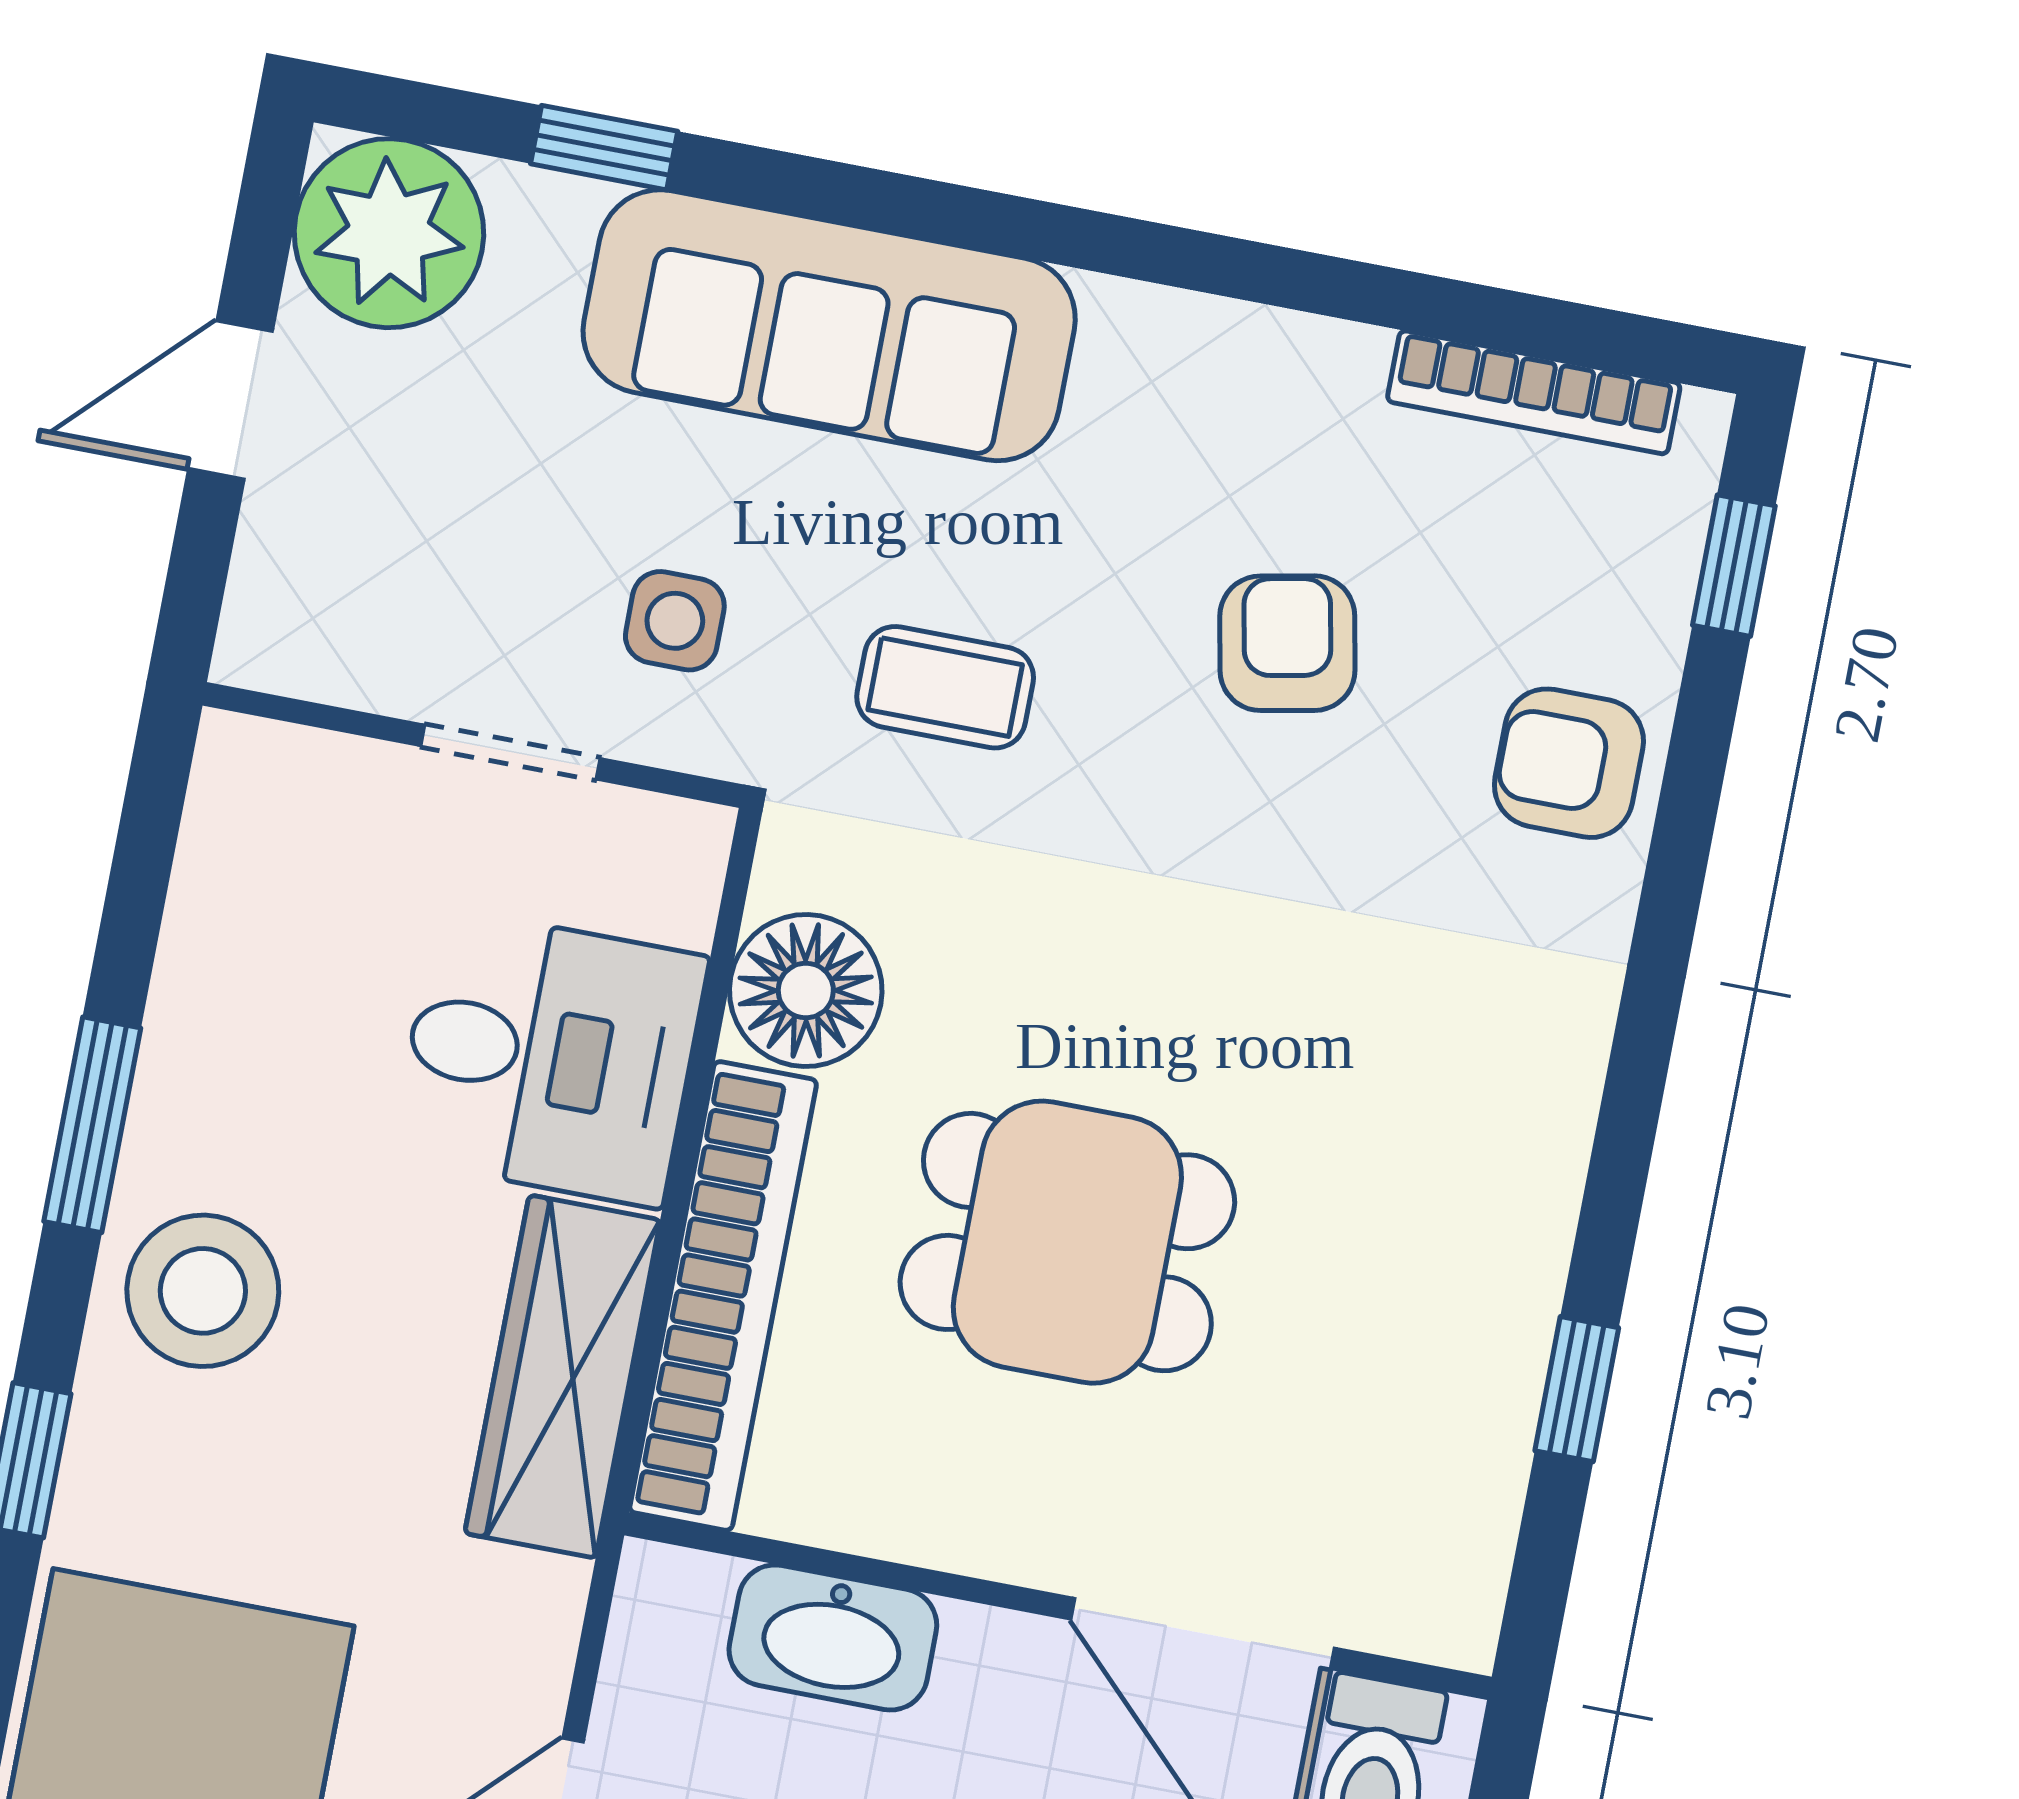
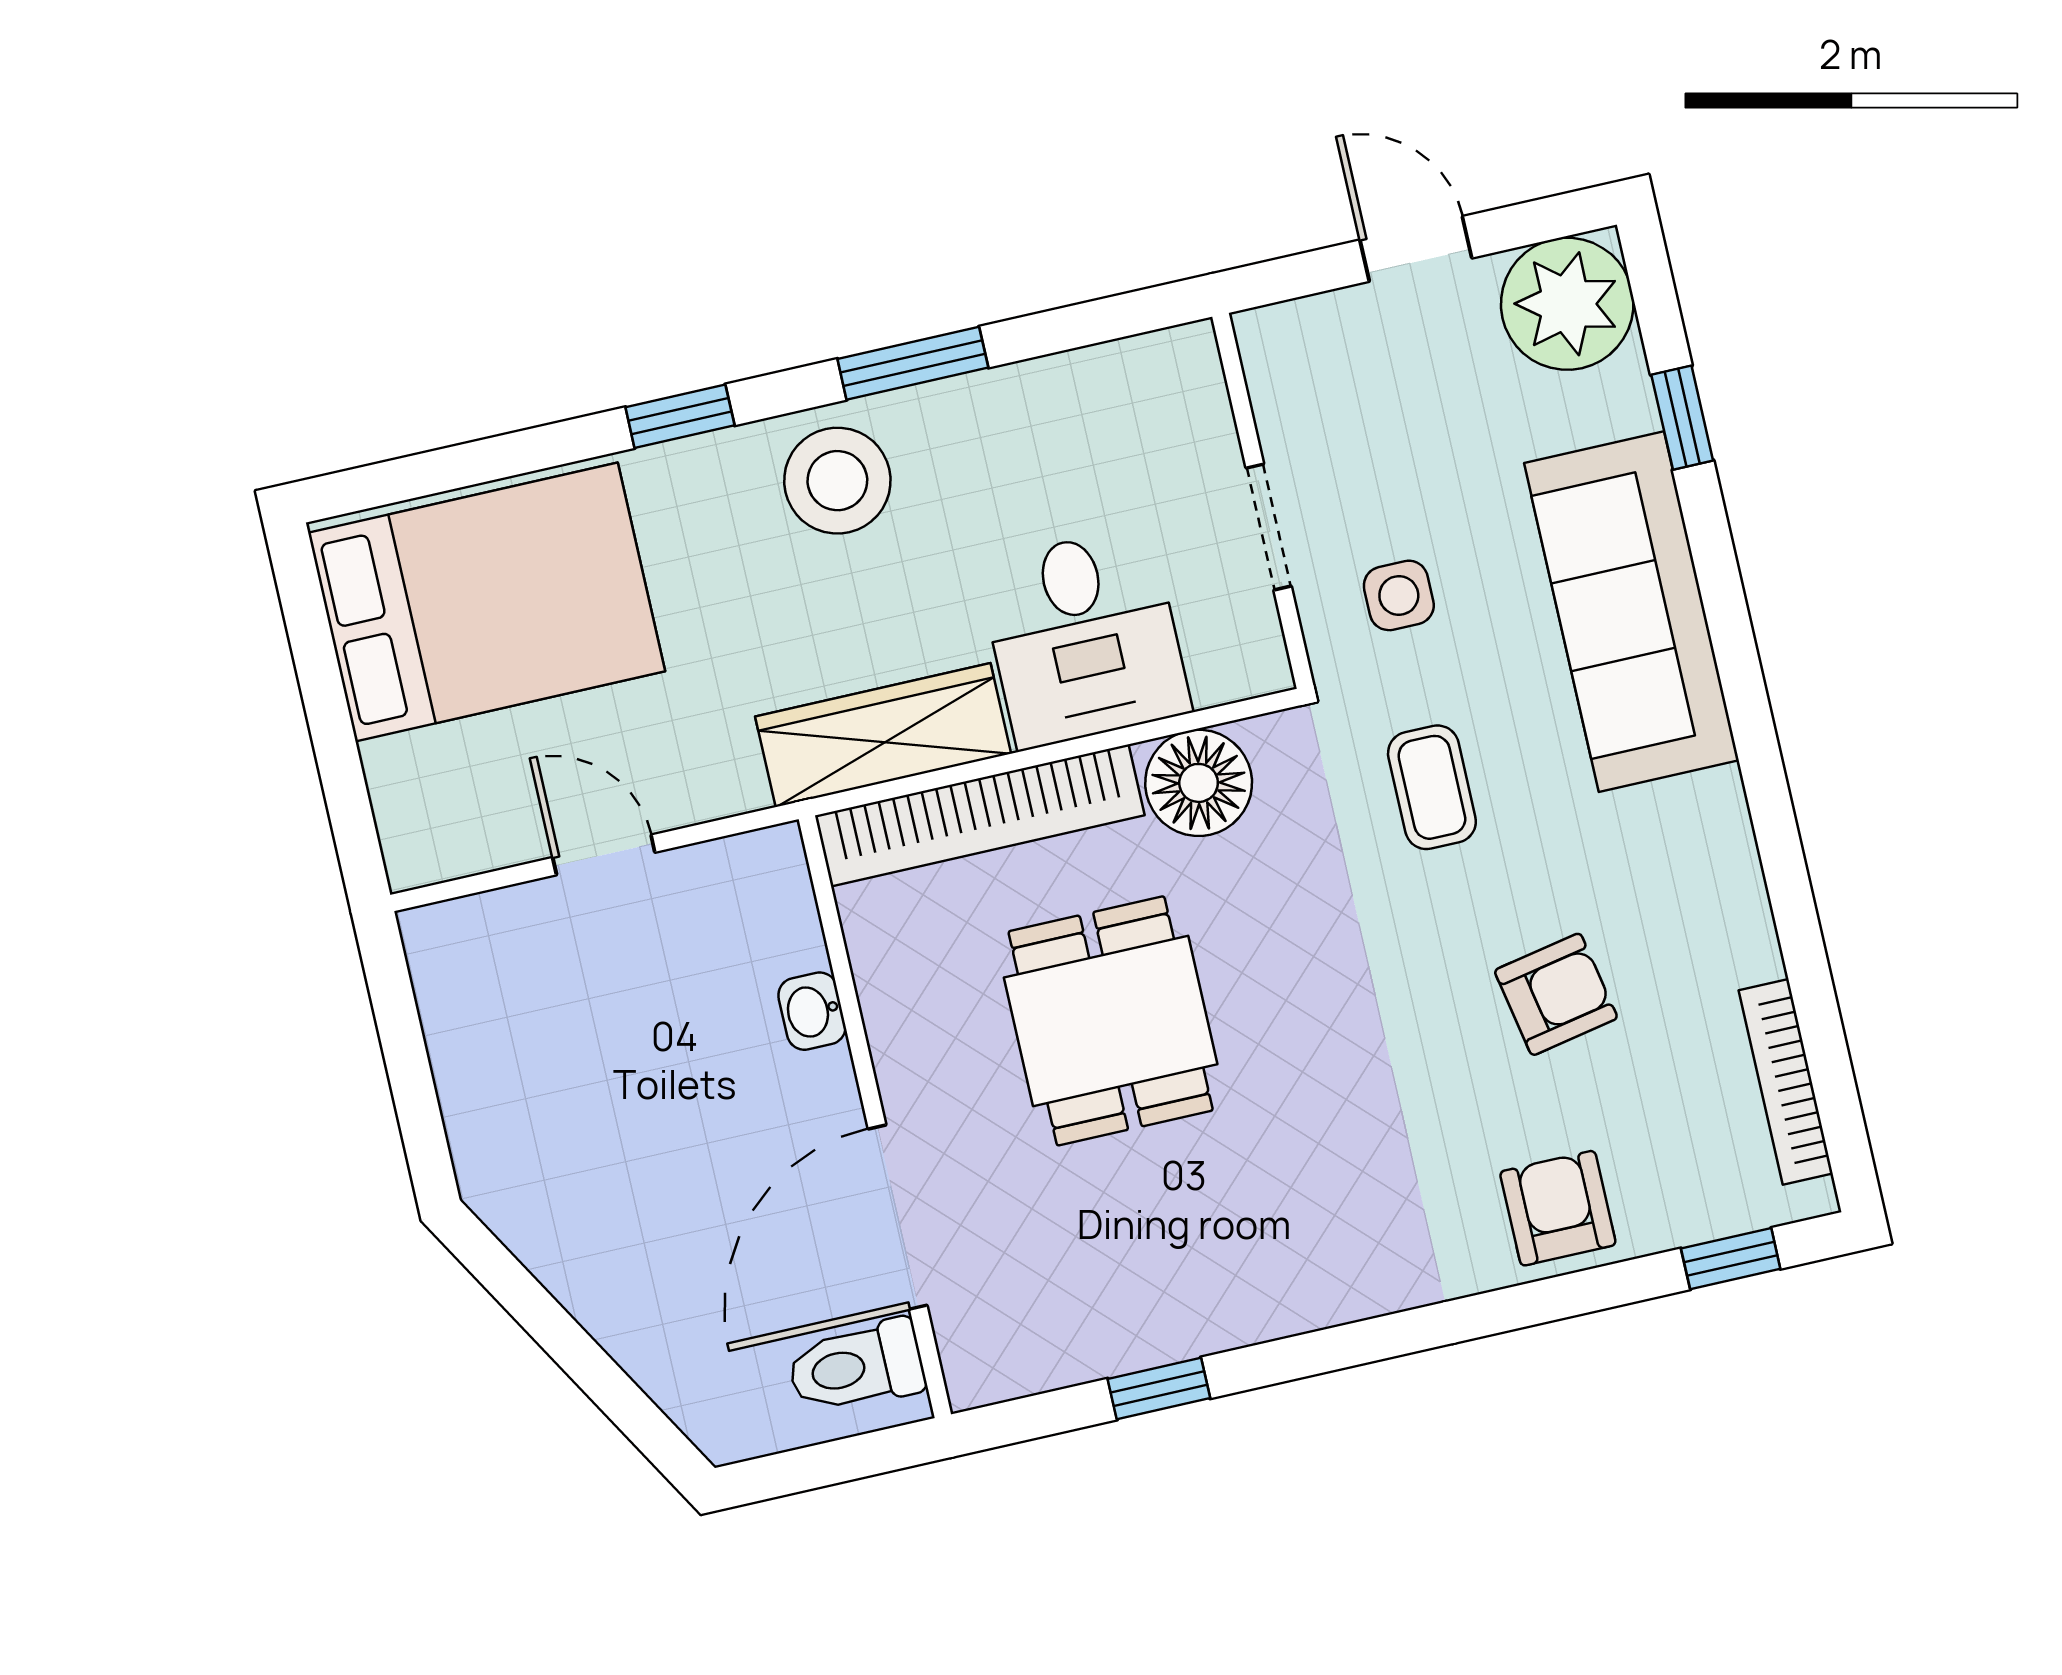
washbasin: (833, 1637) -> (812, 1011), width x0.52, depth x0.69

